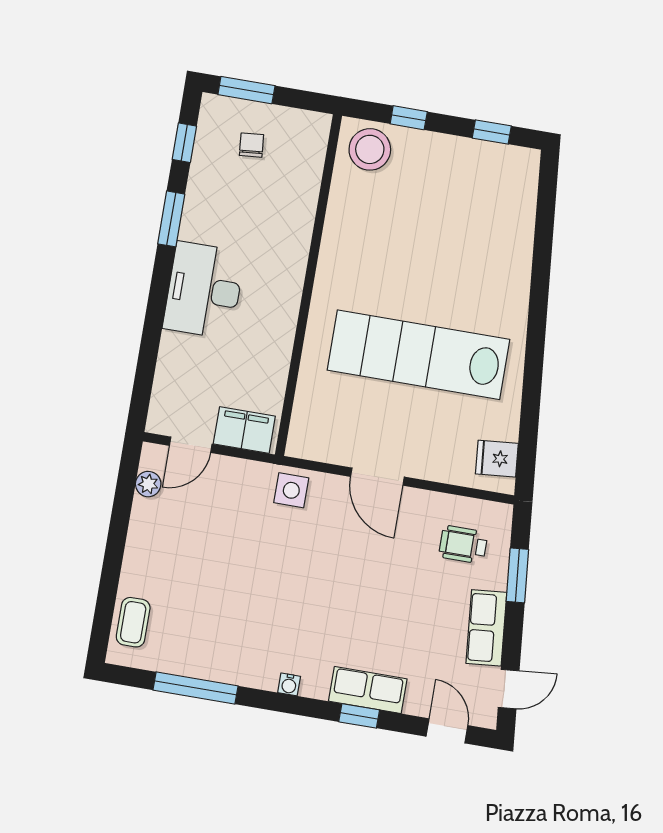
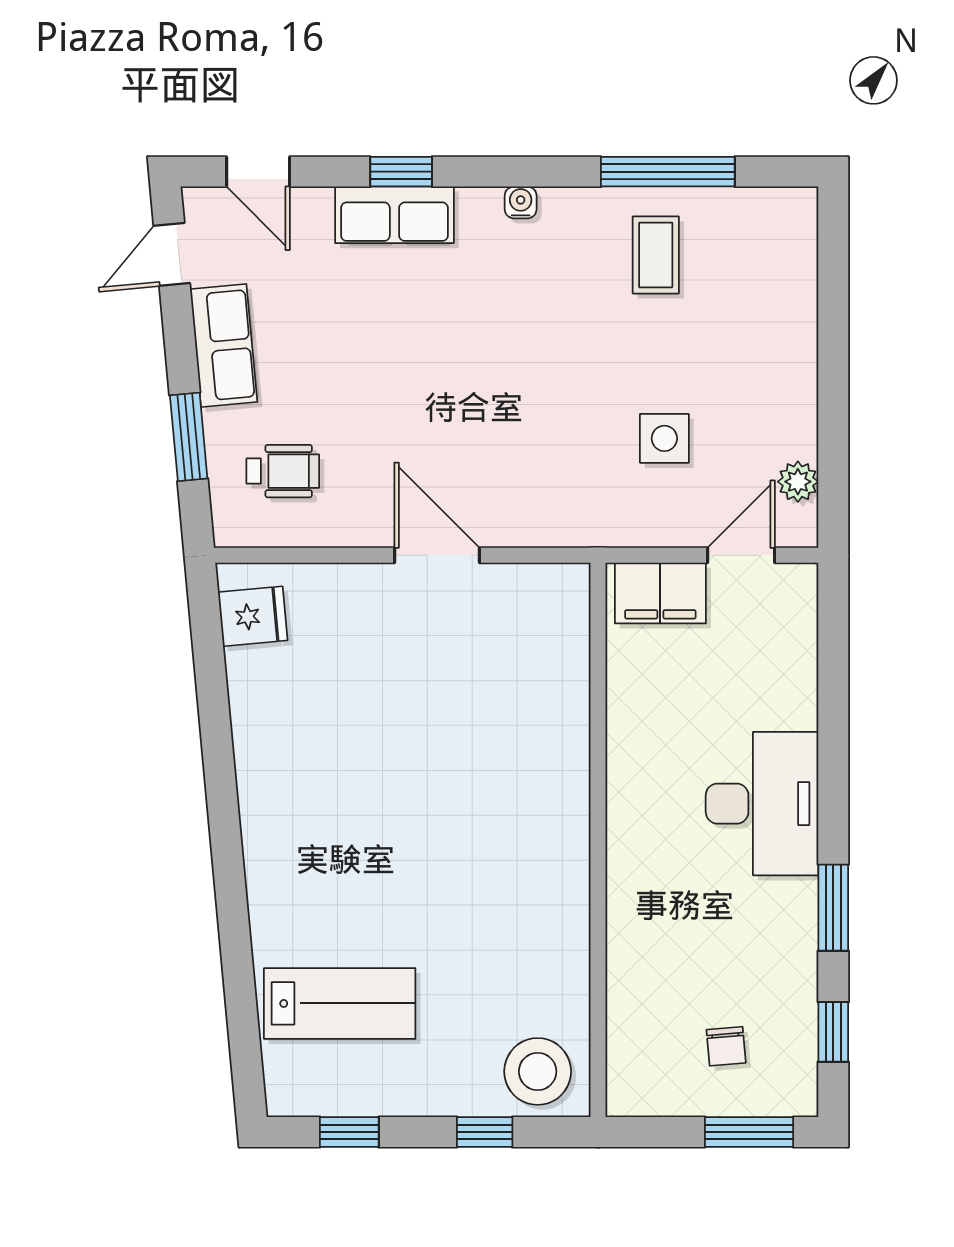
lab bench: (418, 355) -> (340, 1003), moved, width x0.54, depth x0.72
side table: (291, 490) -> (664, 438), moved
coffee table: (133, 622) -> (656, 255), moved

